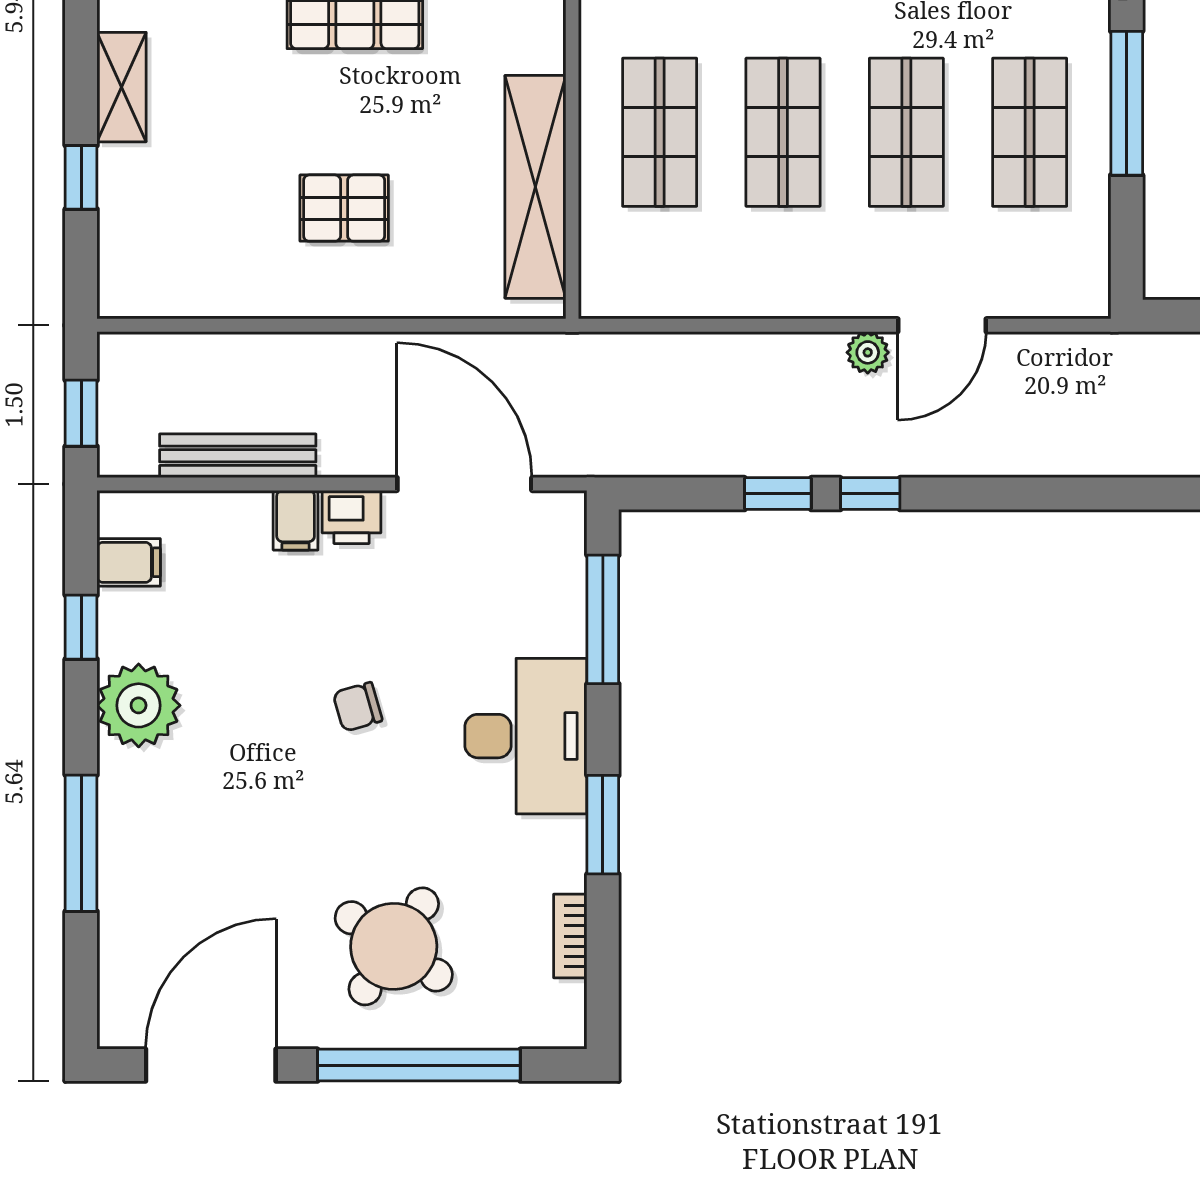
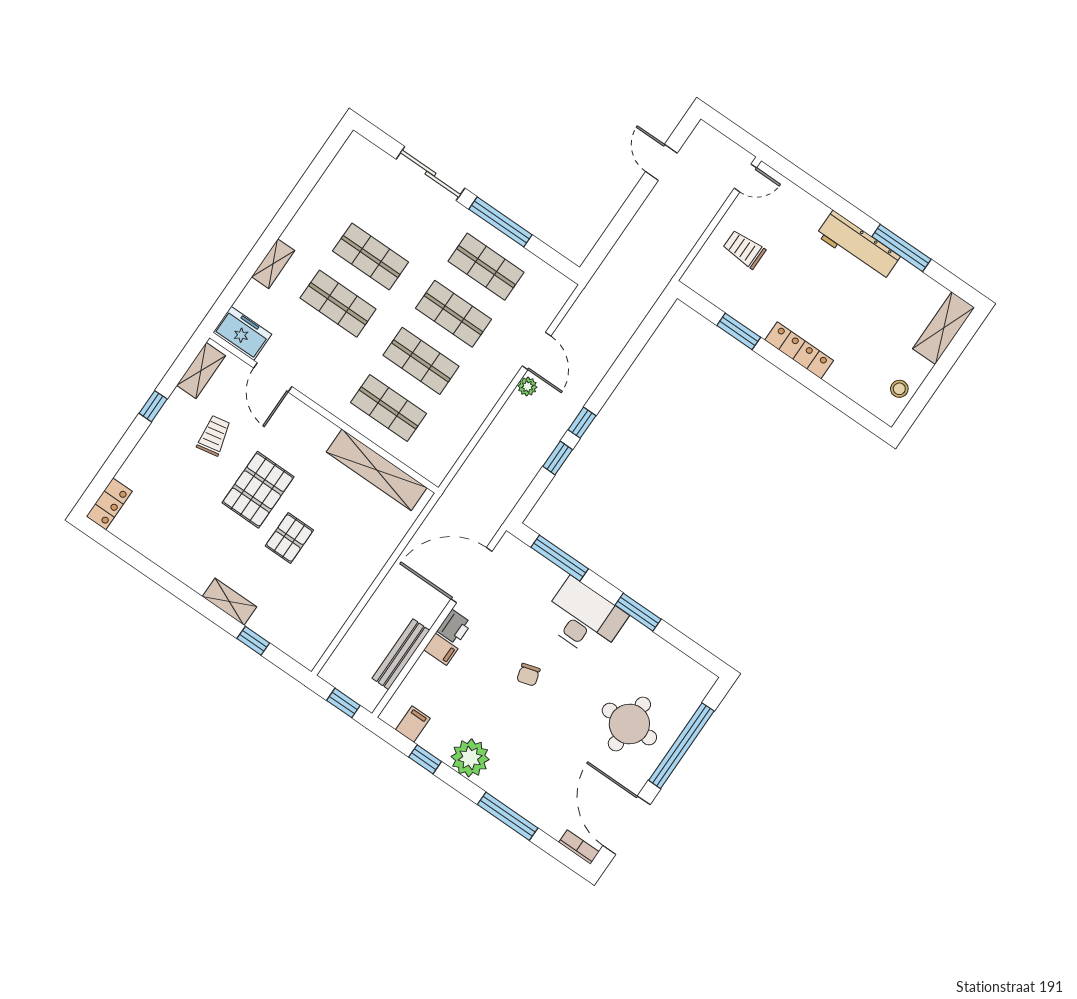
pallet: (344, 208) -> (289, 538), moved
bookcase: (570, 936) -> (579, 847), moved, turned 180
round table: (394, 946) -> (629, 724), turned -34

